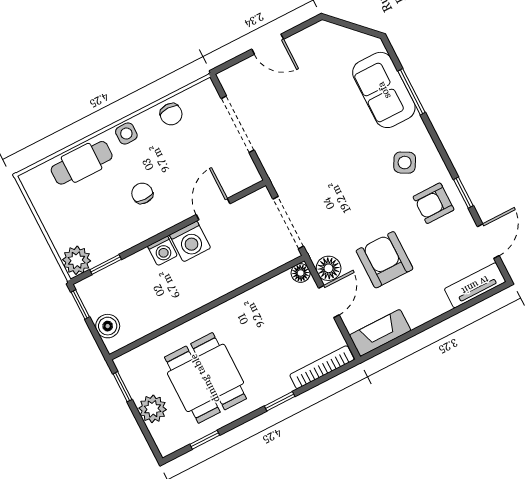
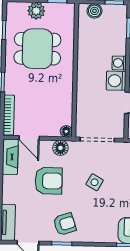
side table: (405, 163) -> (95, 182), moved
armchair: (434, 203) -> (65, 224), turned 71
door: (329, 302) -> (29, 138), moved

